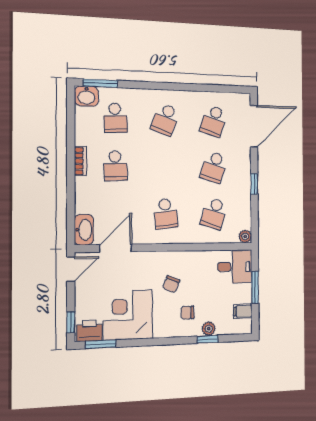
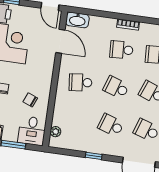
school desk: (214, 214) -> (116, 87), moved
plant: (245, 236) -> (55, 132), moved
chair: (171, 284) -> (30, 100), moved

